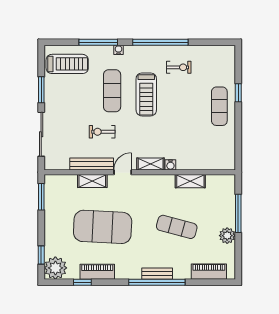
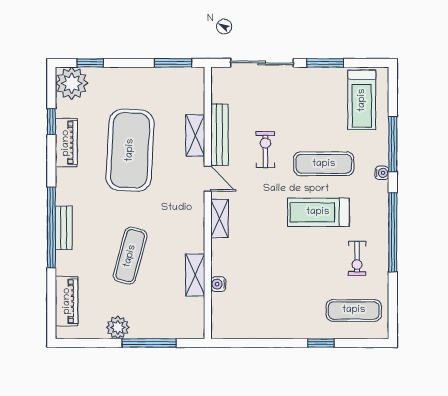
exercise mat: (219, 106) -> (354, 310), moved
water cooler: (170, 165) -> (218, 284), moved

